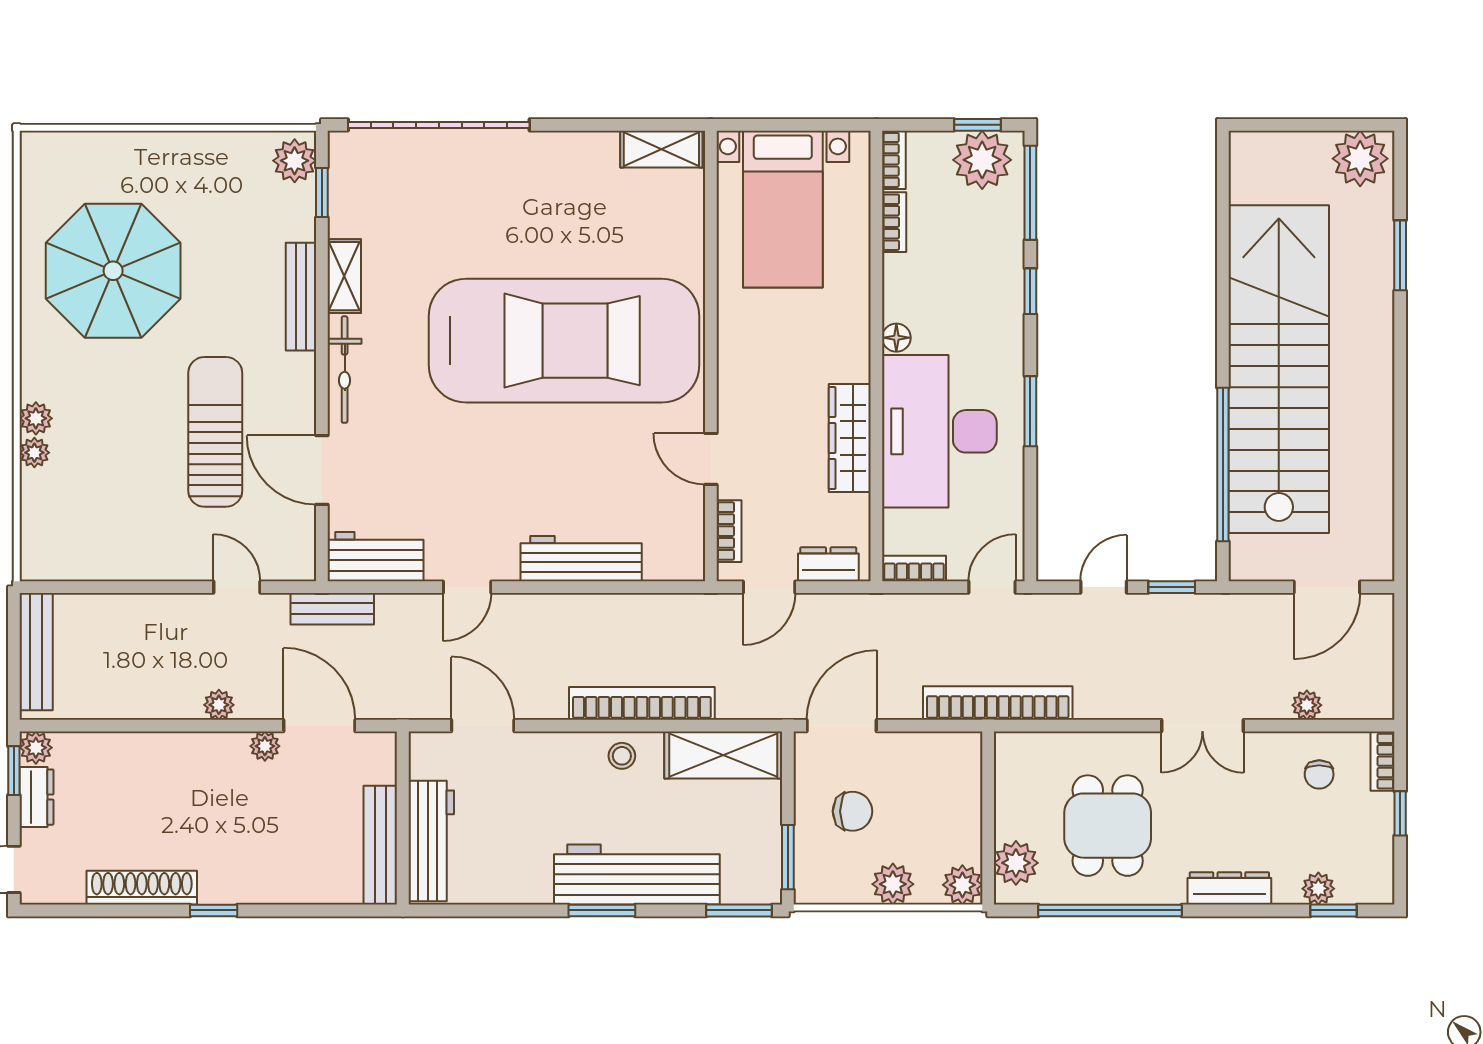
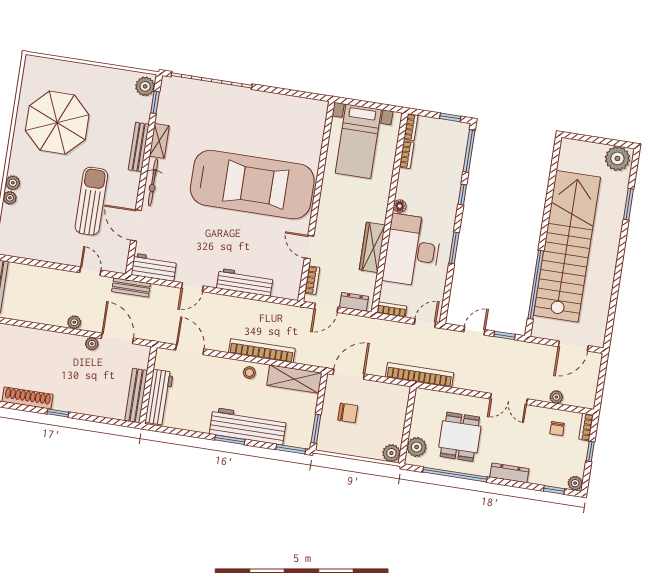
shelving: (661, 149) -> (309, 106), removed
plant: (982, 160) -> (450, 133), removed
plant: (893, 884) -> (361, 448), removed
plant: (1318, 889) -> (575, 483), moved

